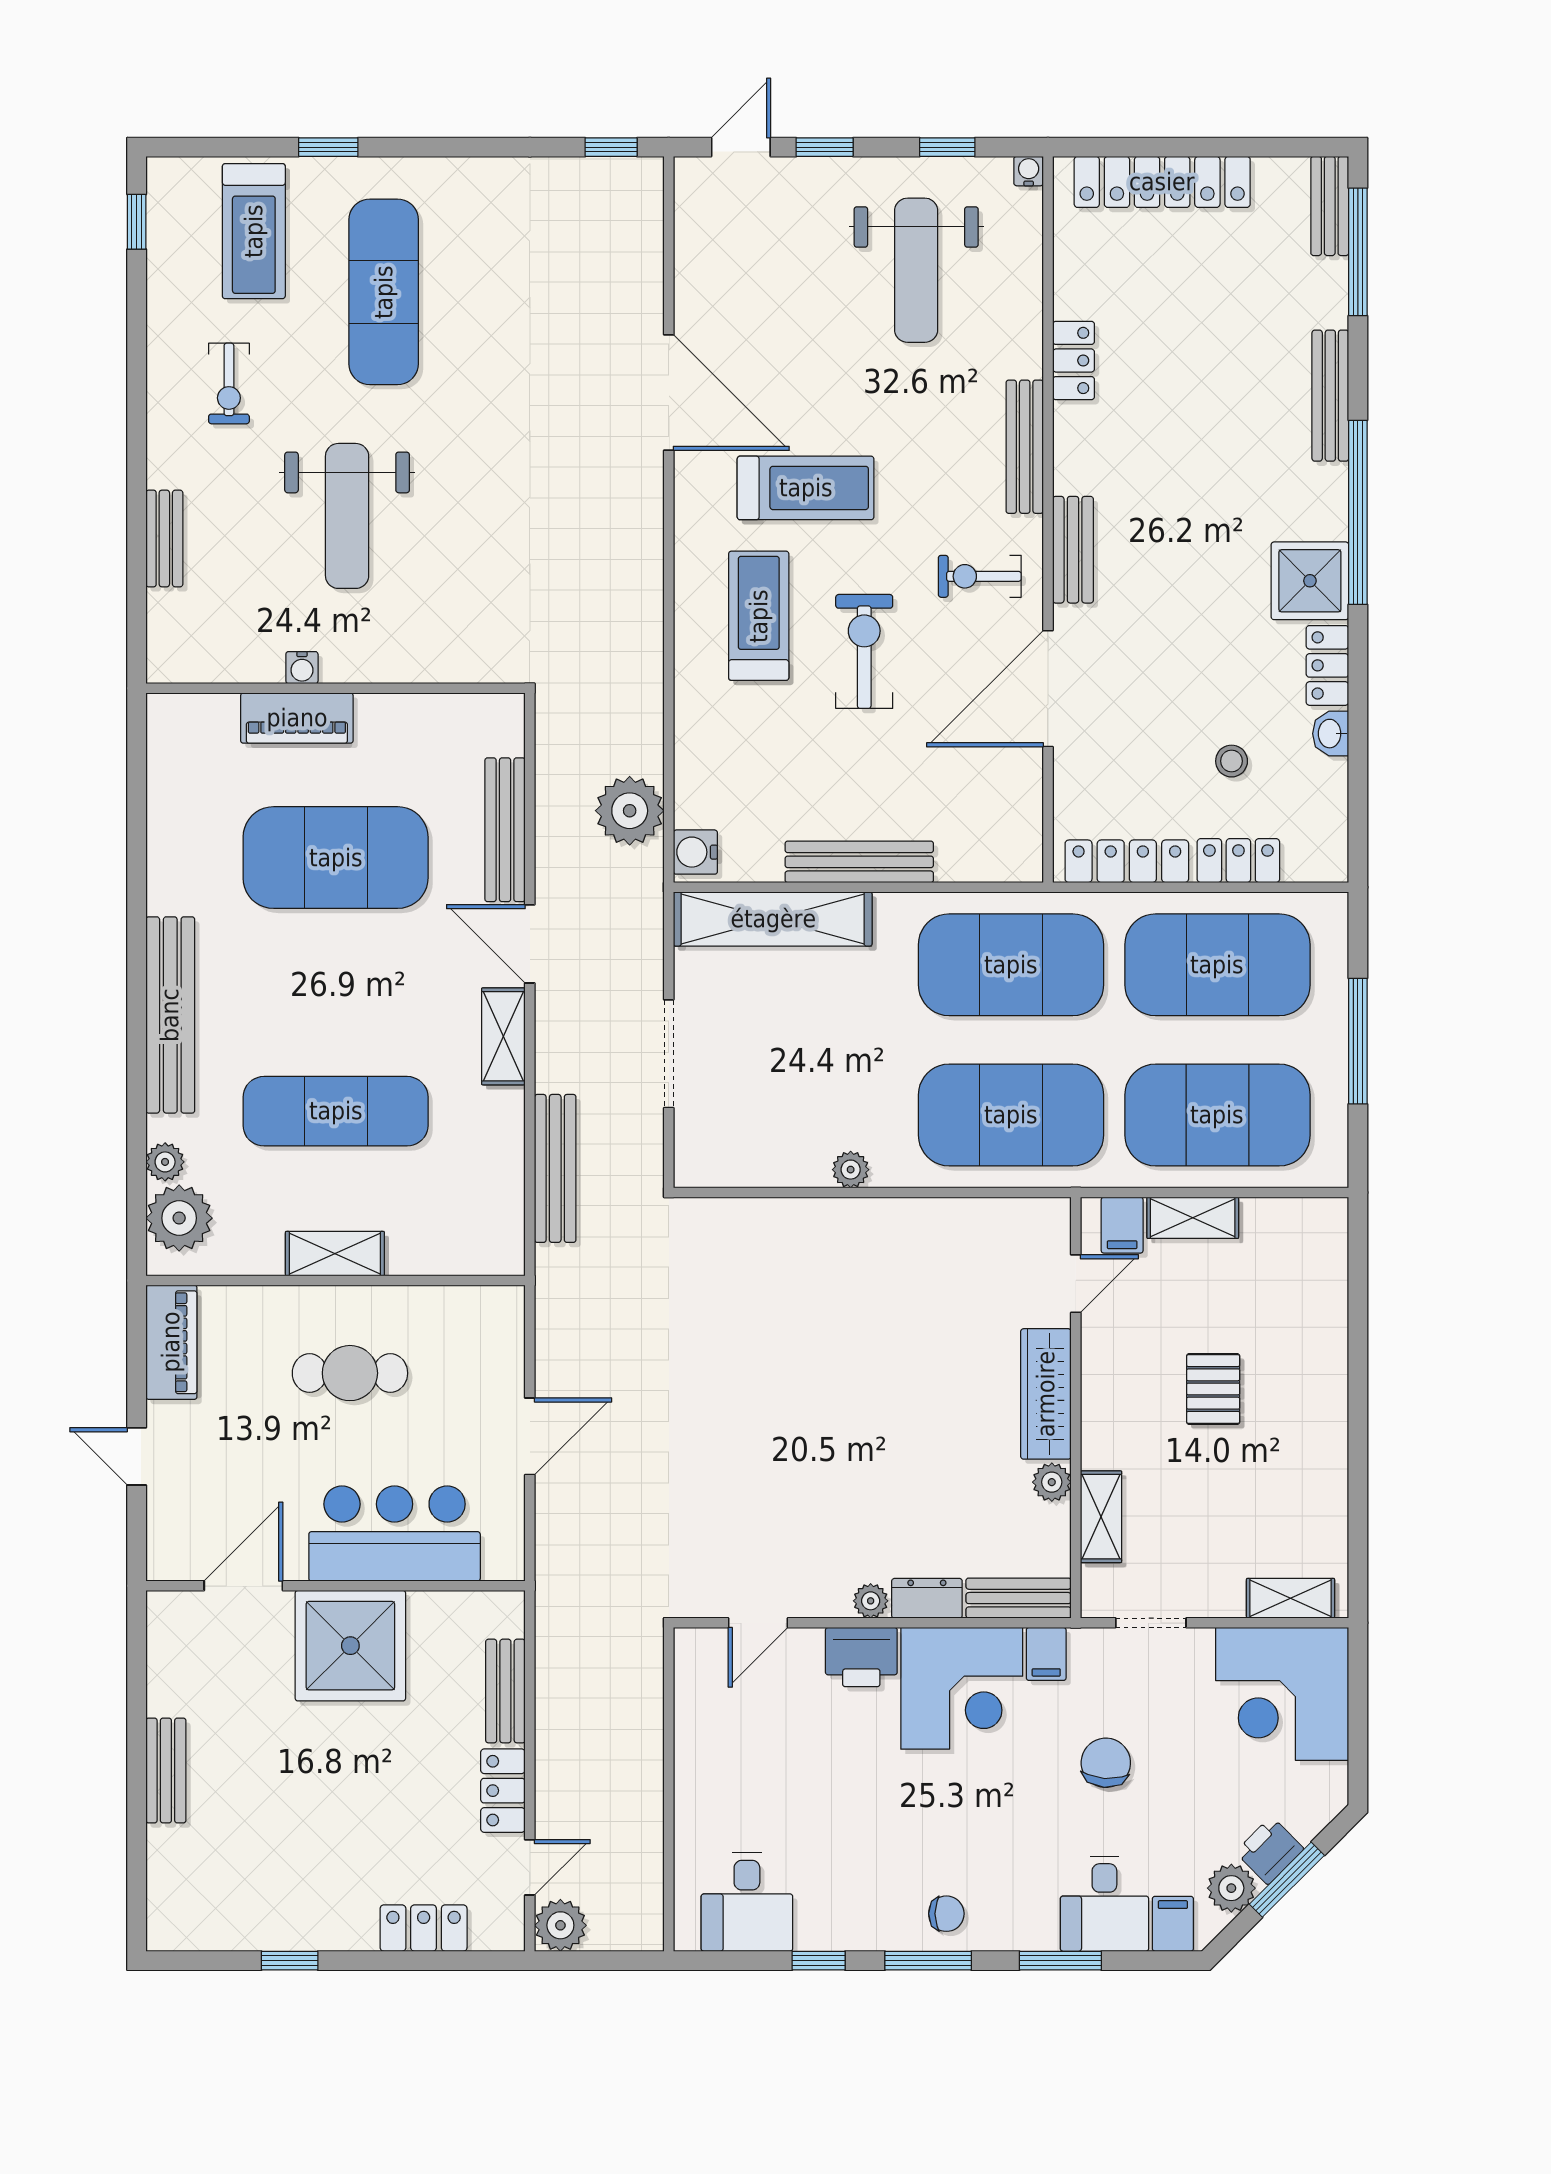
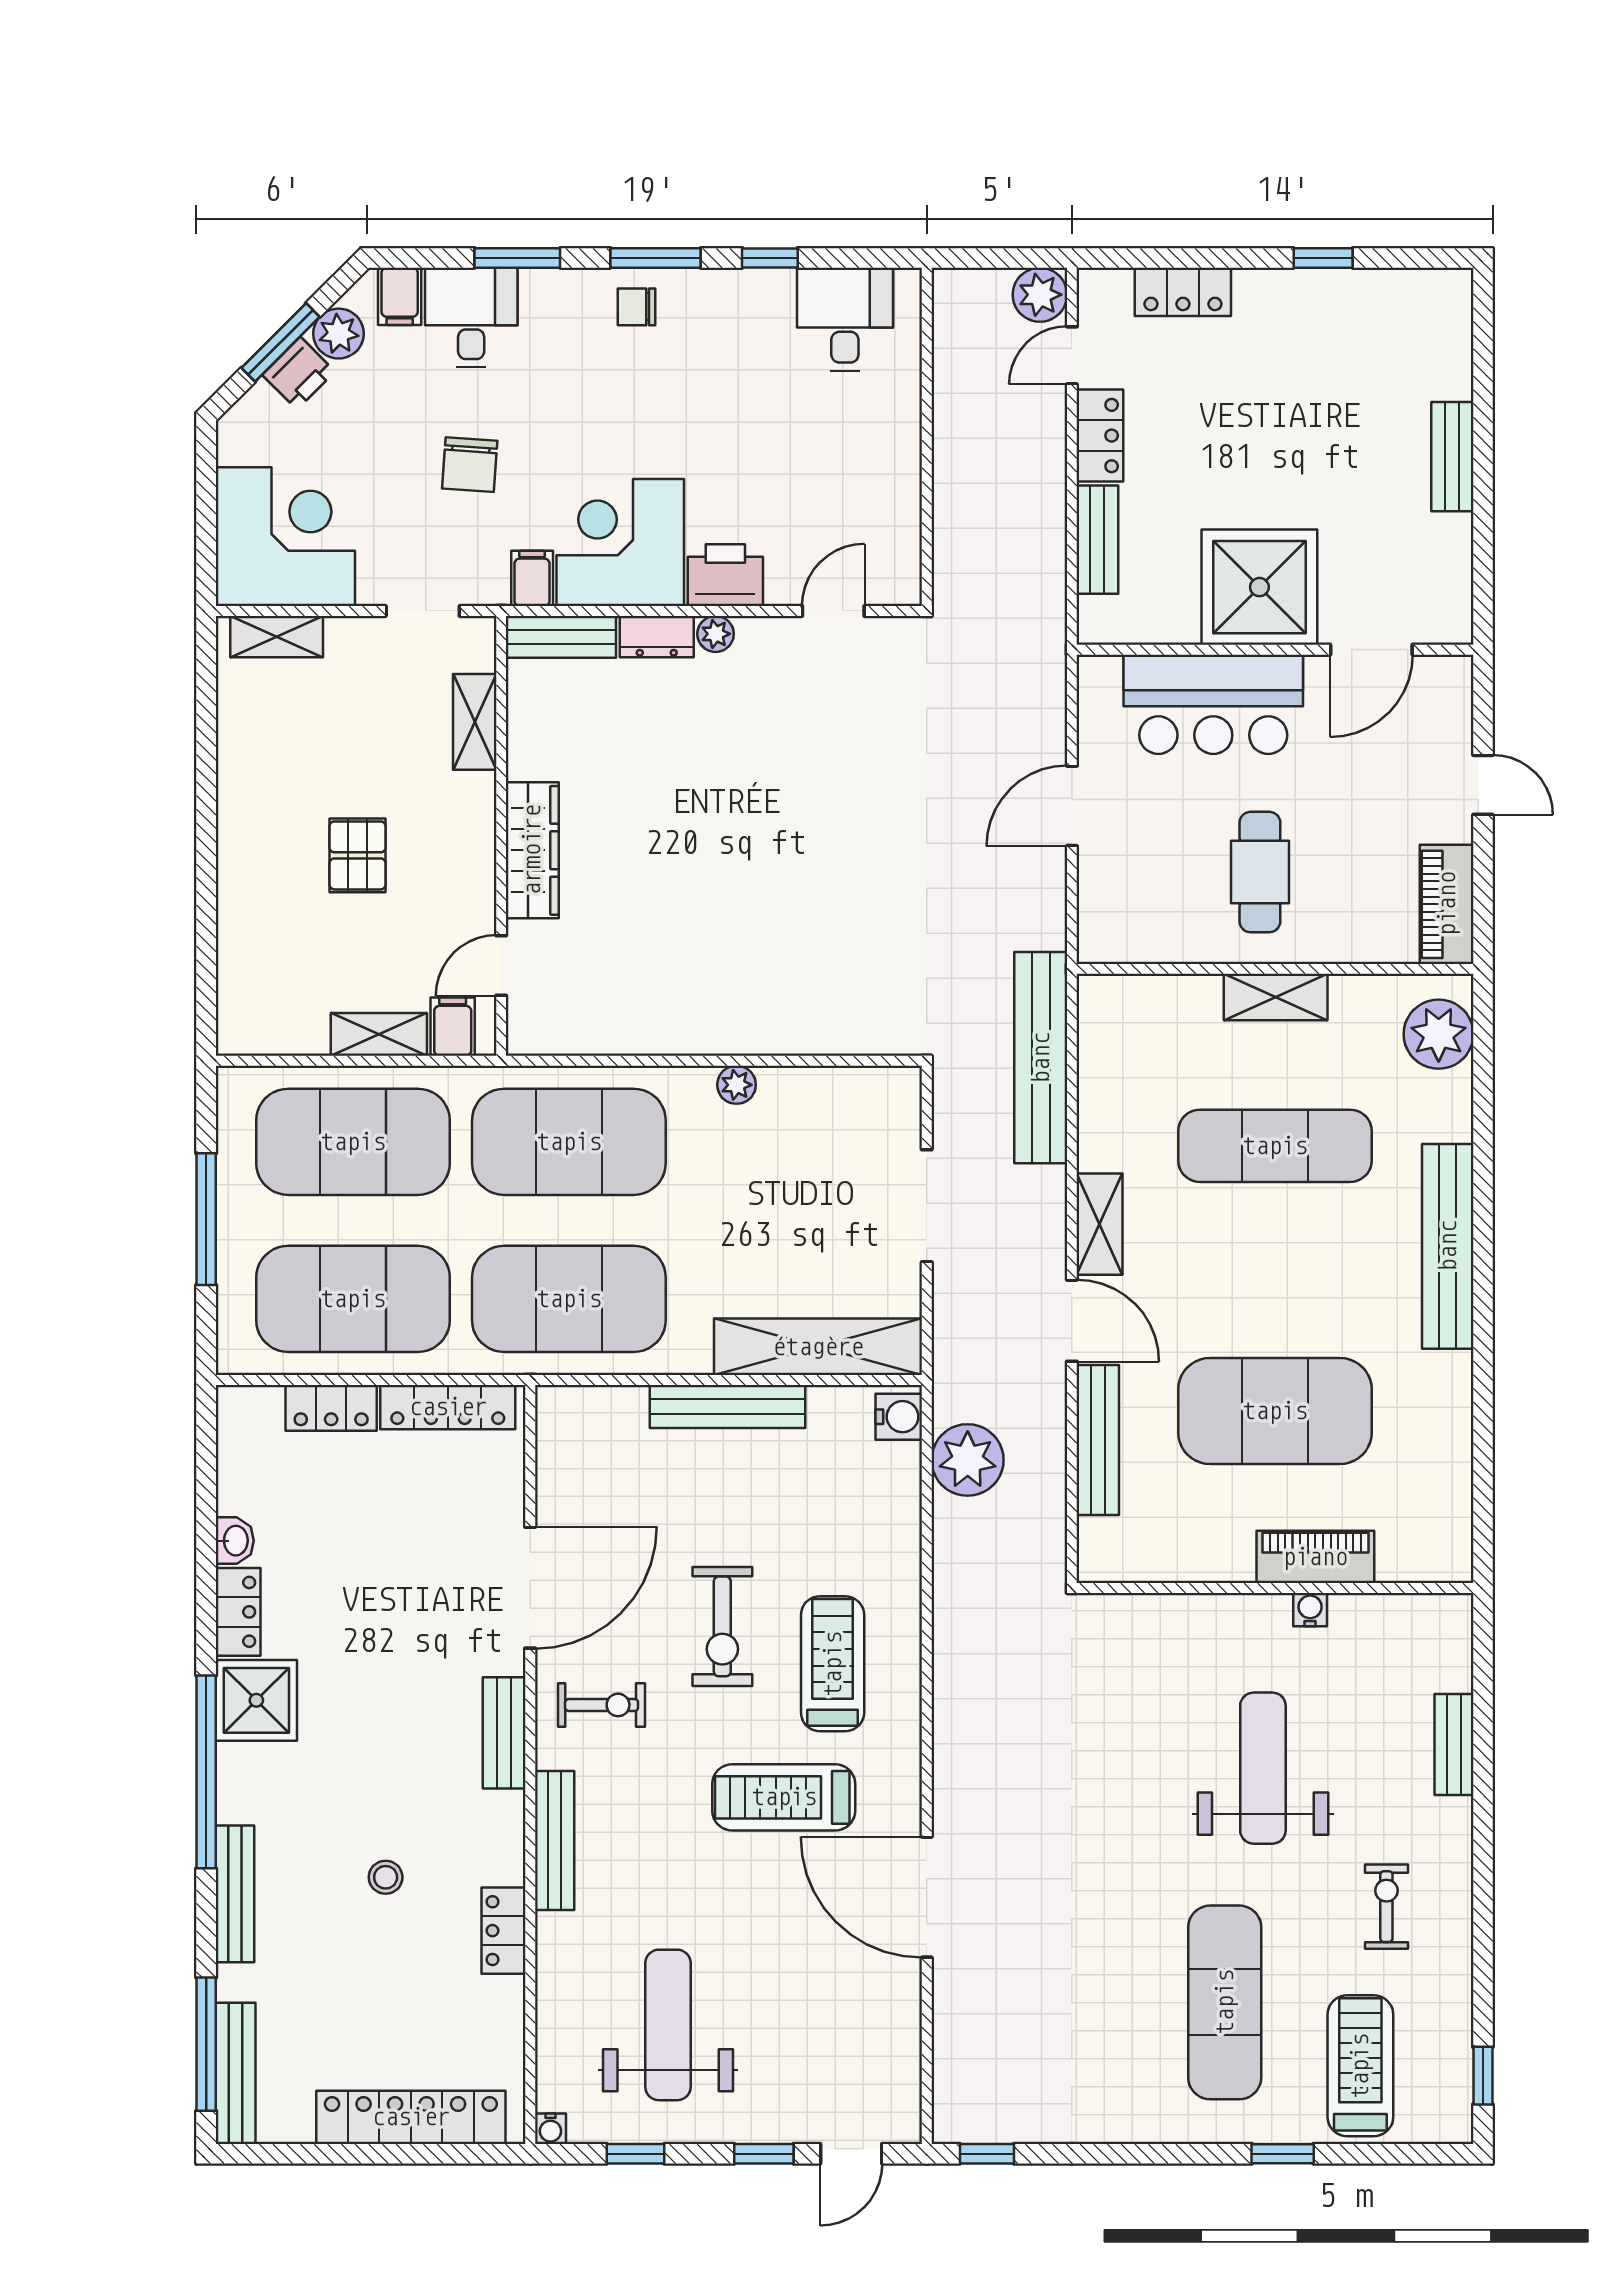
bench: (1330, 206) -> (236, 2073), width x1.36
treadmill: (759, 616) -> (833, 1664), turned 180
stool: (1232, 761) -> (386, 1877), moved
plant: (165, 1162) -> (1453, 1093), removed
bench: (555, 1168) -> (1041, 1058), width x1.37, depth x1.21
cafe table: (350, 1373) -> (1260, 872), turned 90
plant: (1052, 1482) -> (526, 758), removed

